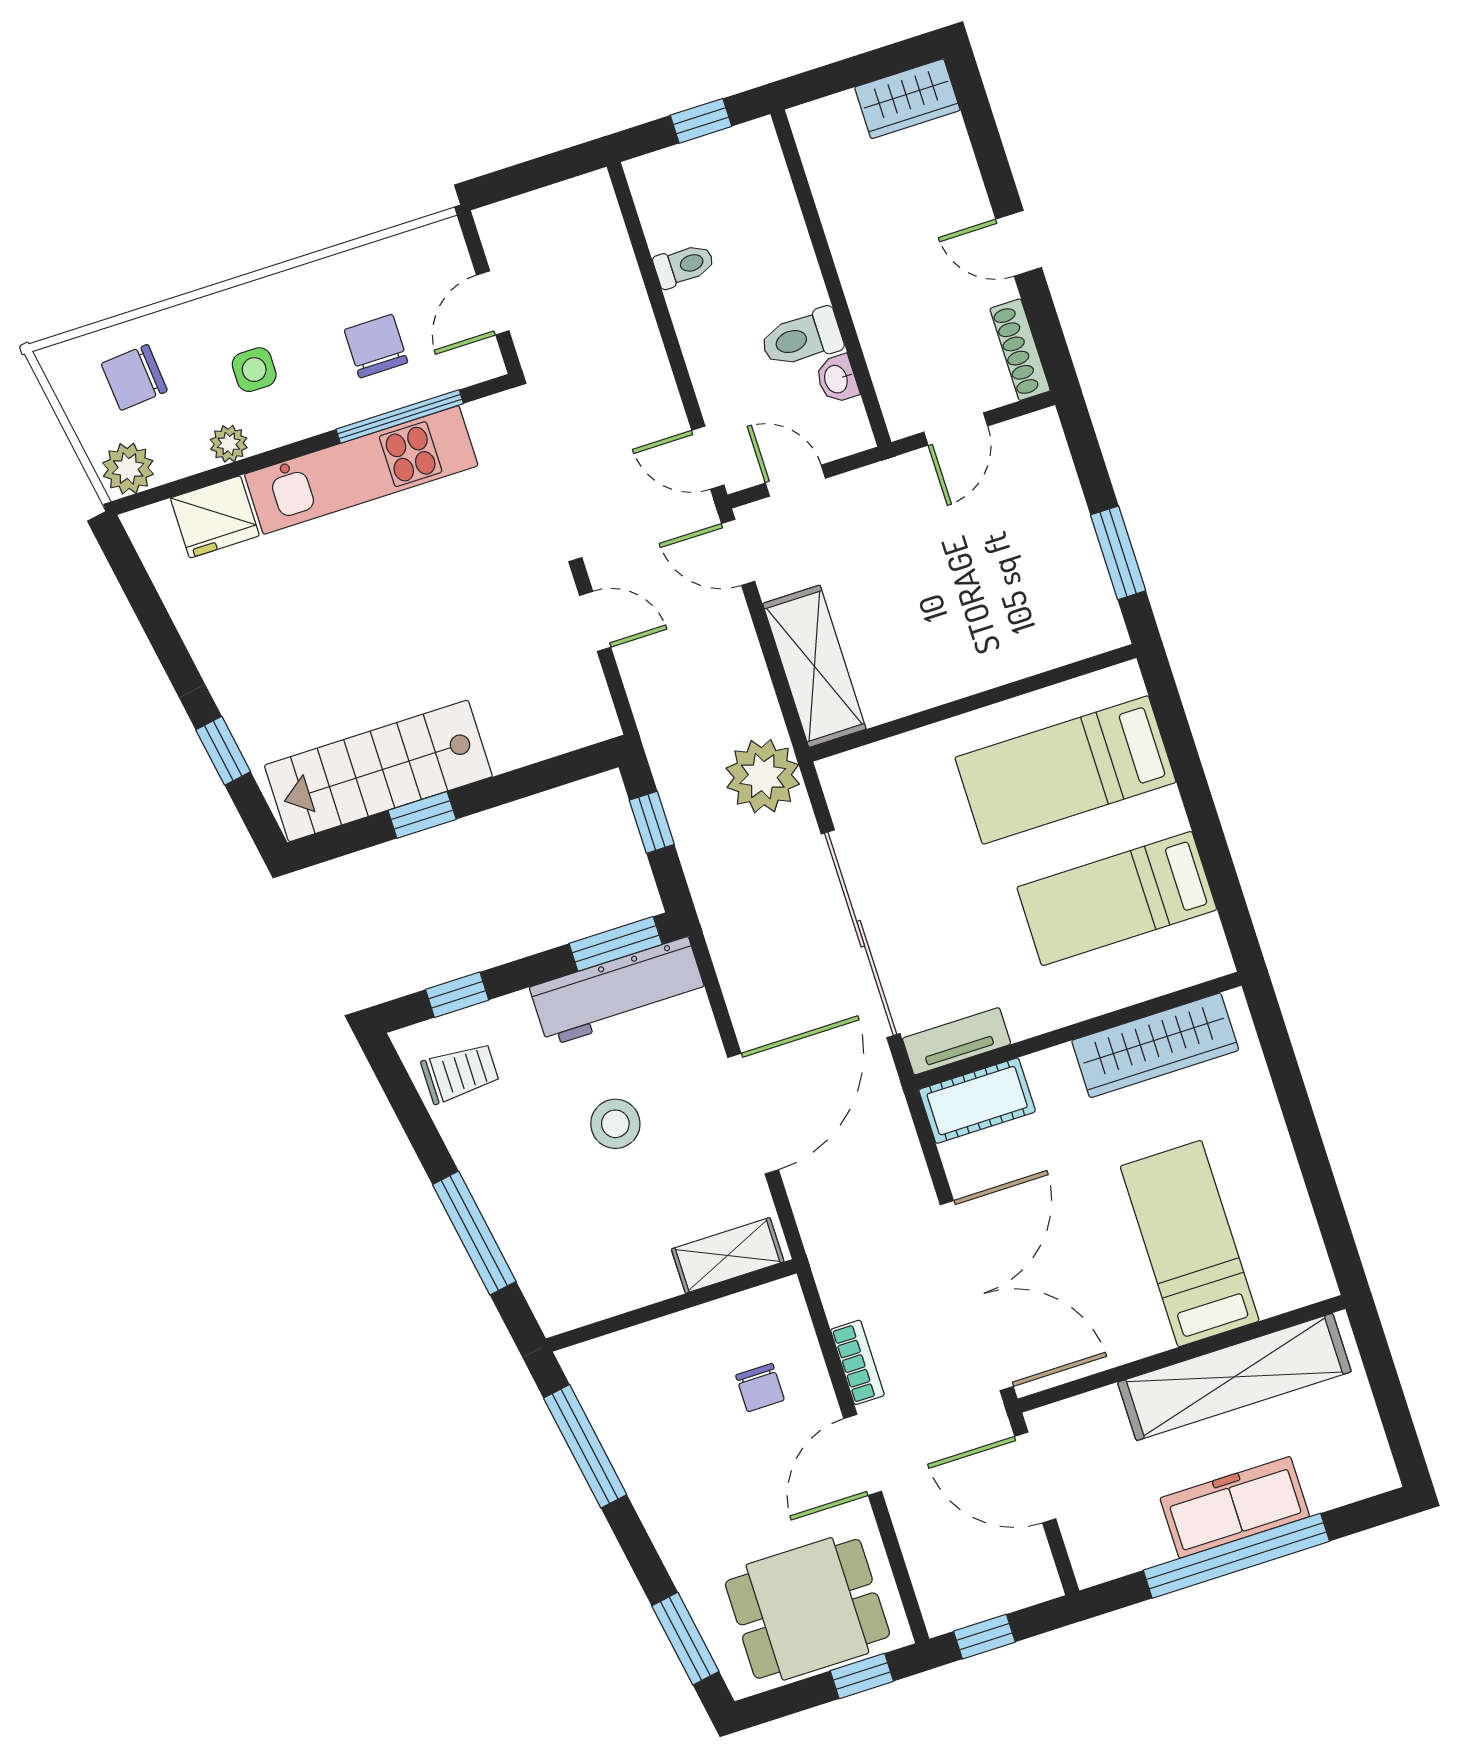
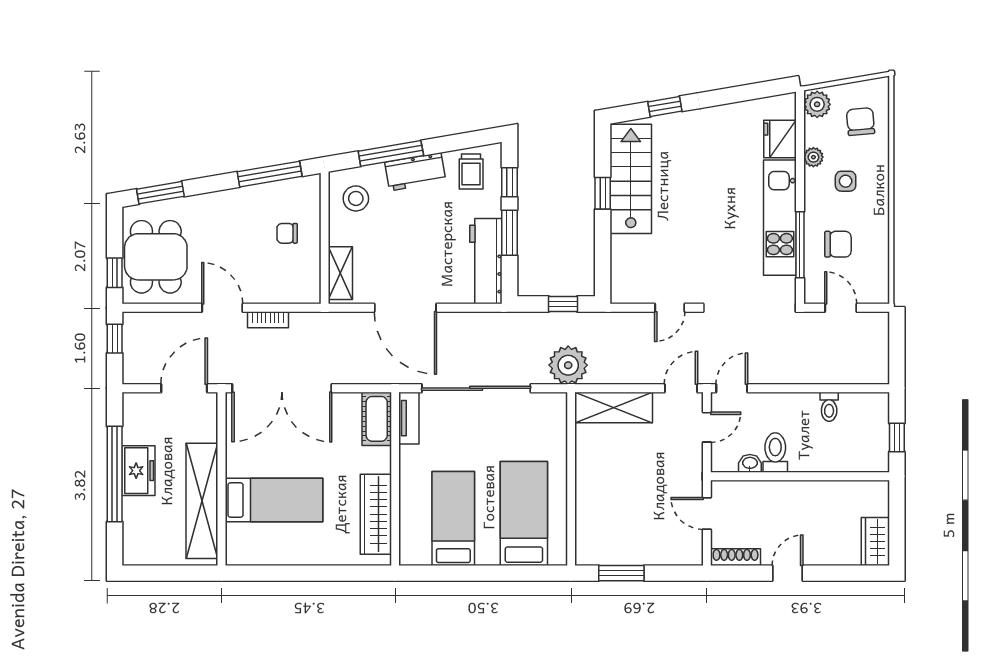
window: (616, 944) -> (509, 233), moved
stool: (615, 1124) -> (356, 198), moved
workbench: (494, 1177) -> (415, 172), added
chair: (760, 1388) -> (287, 233), moved
freezer: (1235, 1507) -> (138, 471), width x0.71

